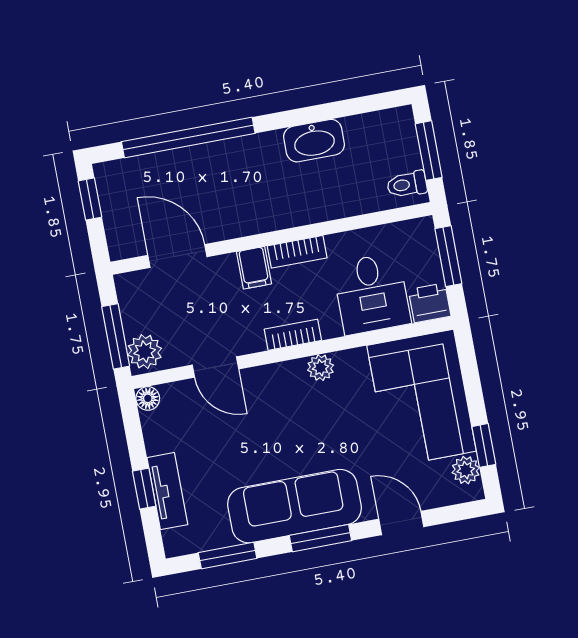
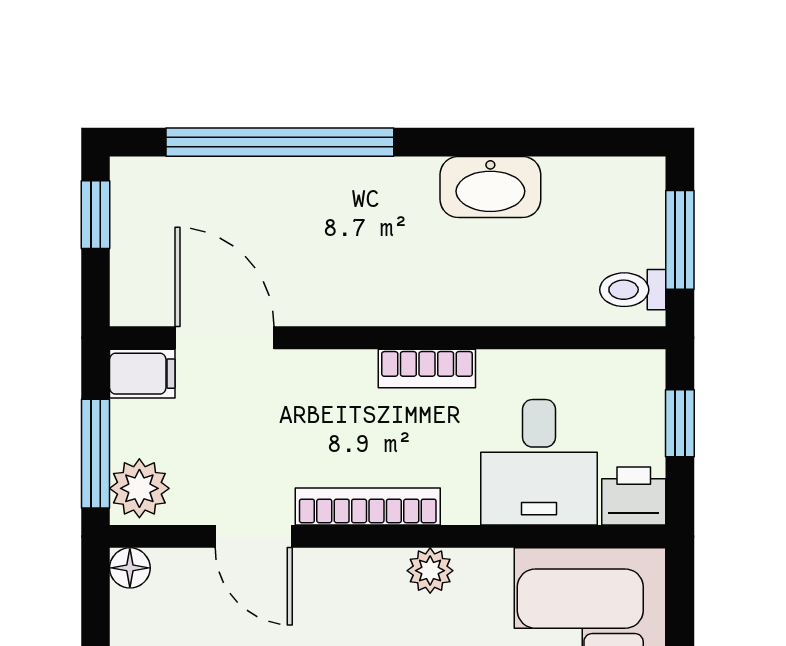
window: (448, 256) -> (680, 423), width x0.67
filing cabinet: (254, 268) -> (142, 374), moved, turned -90
bookcase: (293, 335) -> (368, 506), width x1.56

